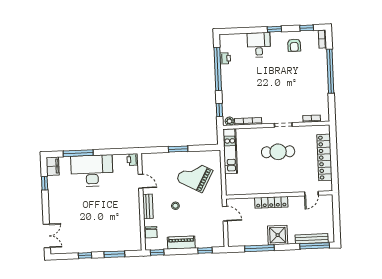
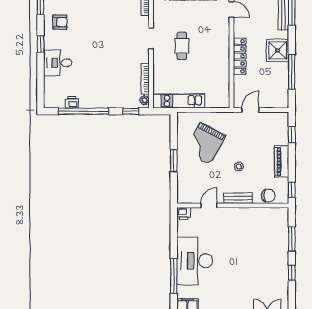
cafe table: (278, 152) -> (182, 46), width x0.73, depth x0.74

